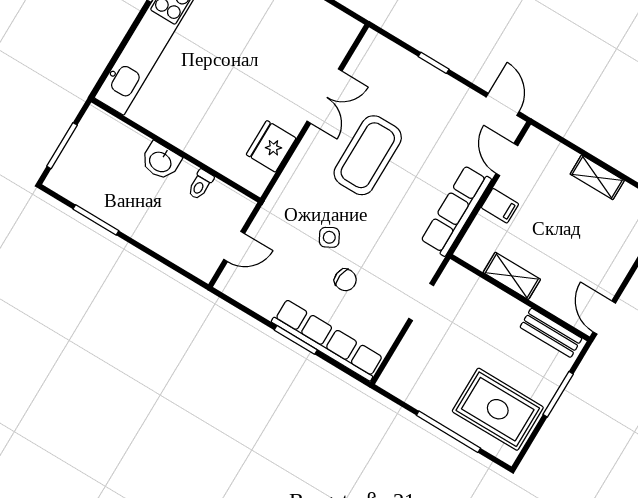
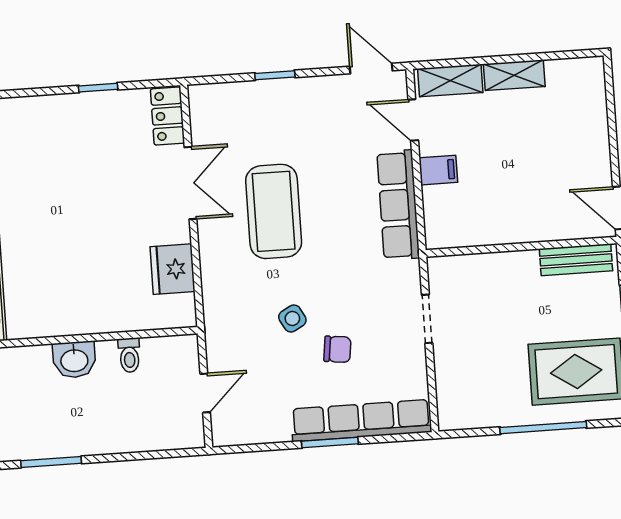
locker: (341, 39) -> (167, 116), added
shelving: (512, 276) -> (450, 81), moved

